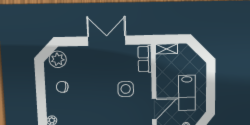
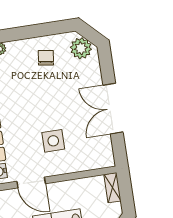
double door: (107, 41) -> (113, 109), swing flipped
row of seats: (145, 59) -> (96, 161), removed

